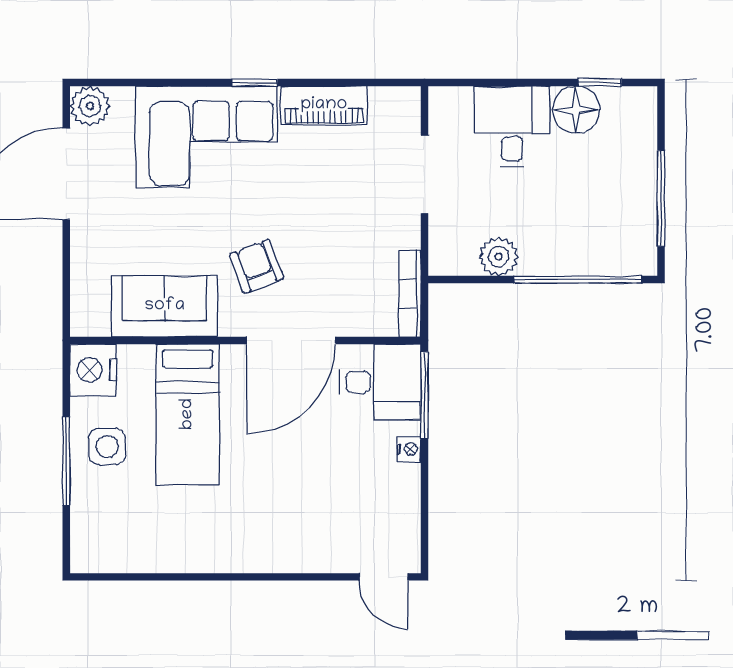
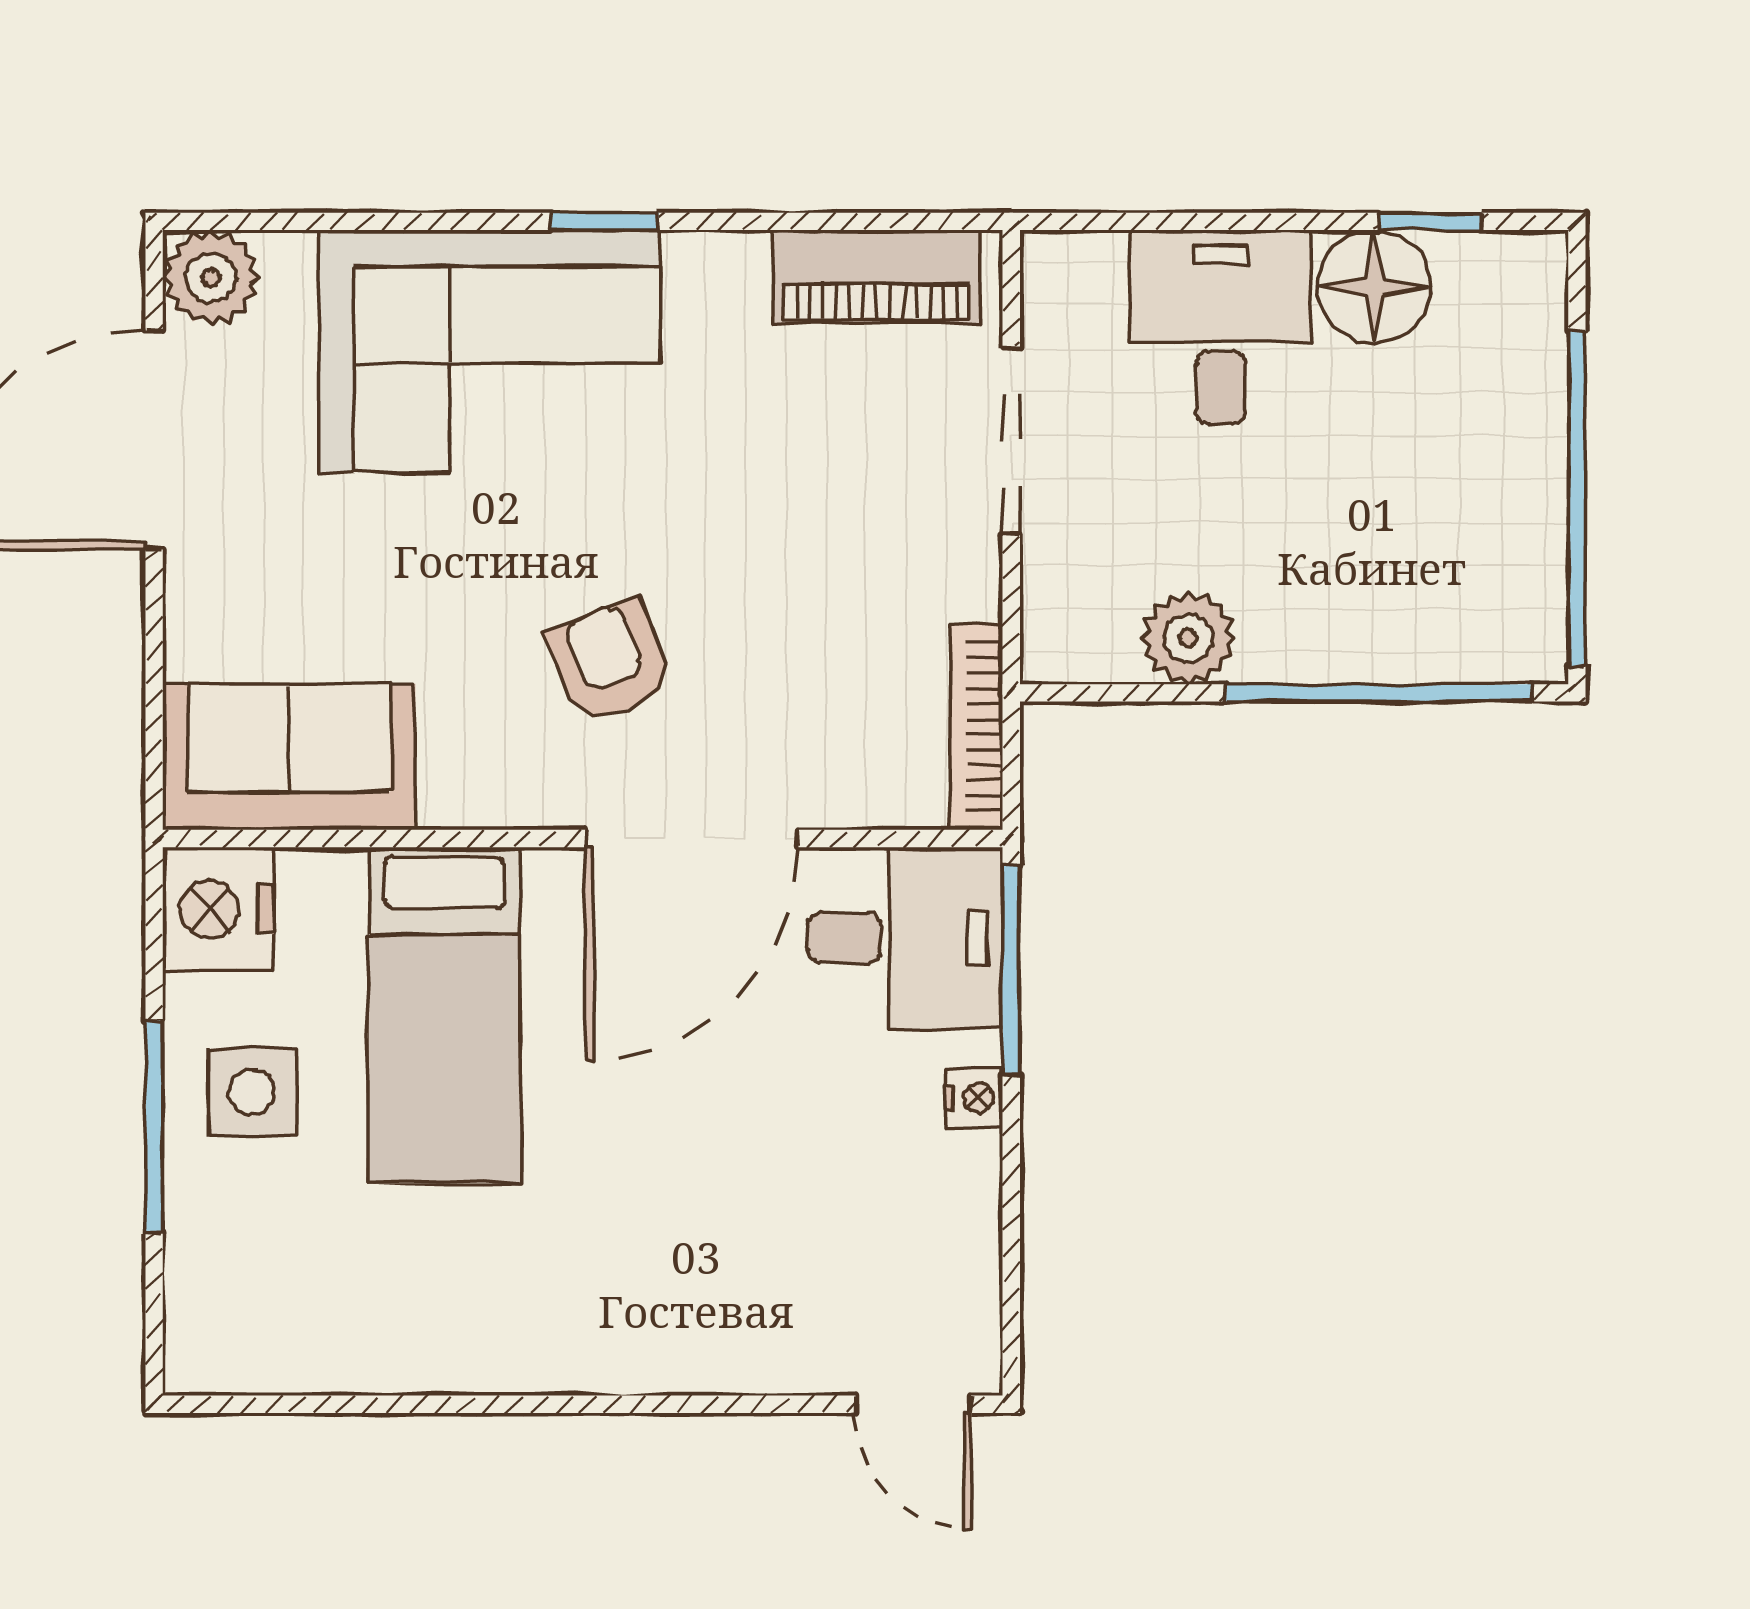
piano: (324, 105) -> (877, 276), moved
window: (661, 198) -> (1577, 498), width x1.46
sofa: (165, 306) -> (289, 757), moved

